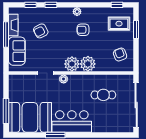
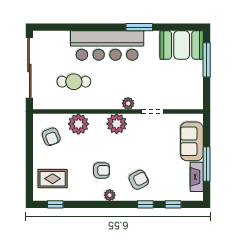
window: (136, 29) -> (29, 171), removed
armchair: (41, 31) -> (139, 180), moved
plant: (88, 64) -> (78, 124), moved
booth: (30, 117) -> (182, 45), width x0.73, depth x0.70
bar counter: (72, 121) -> (107, 45), width x1.36

